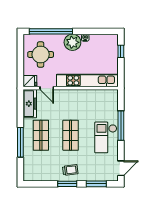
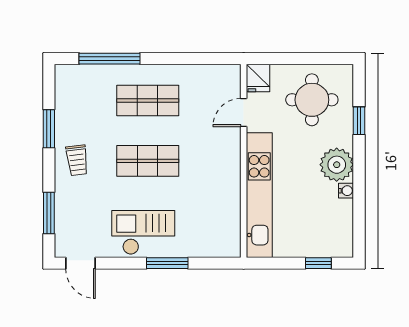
window: (51, 31) -> (359, 121), width x0.32
freezer: (30, 104) -> (212, 78), removed
window: (121, 126) -> (167, 263), width x0.69
window: (20, 142) -> (110, 59), moved
window: (67, 184) -> (49, 129), moved

